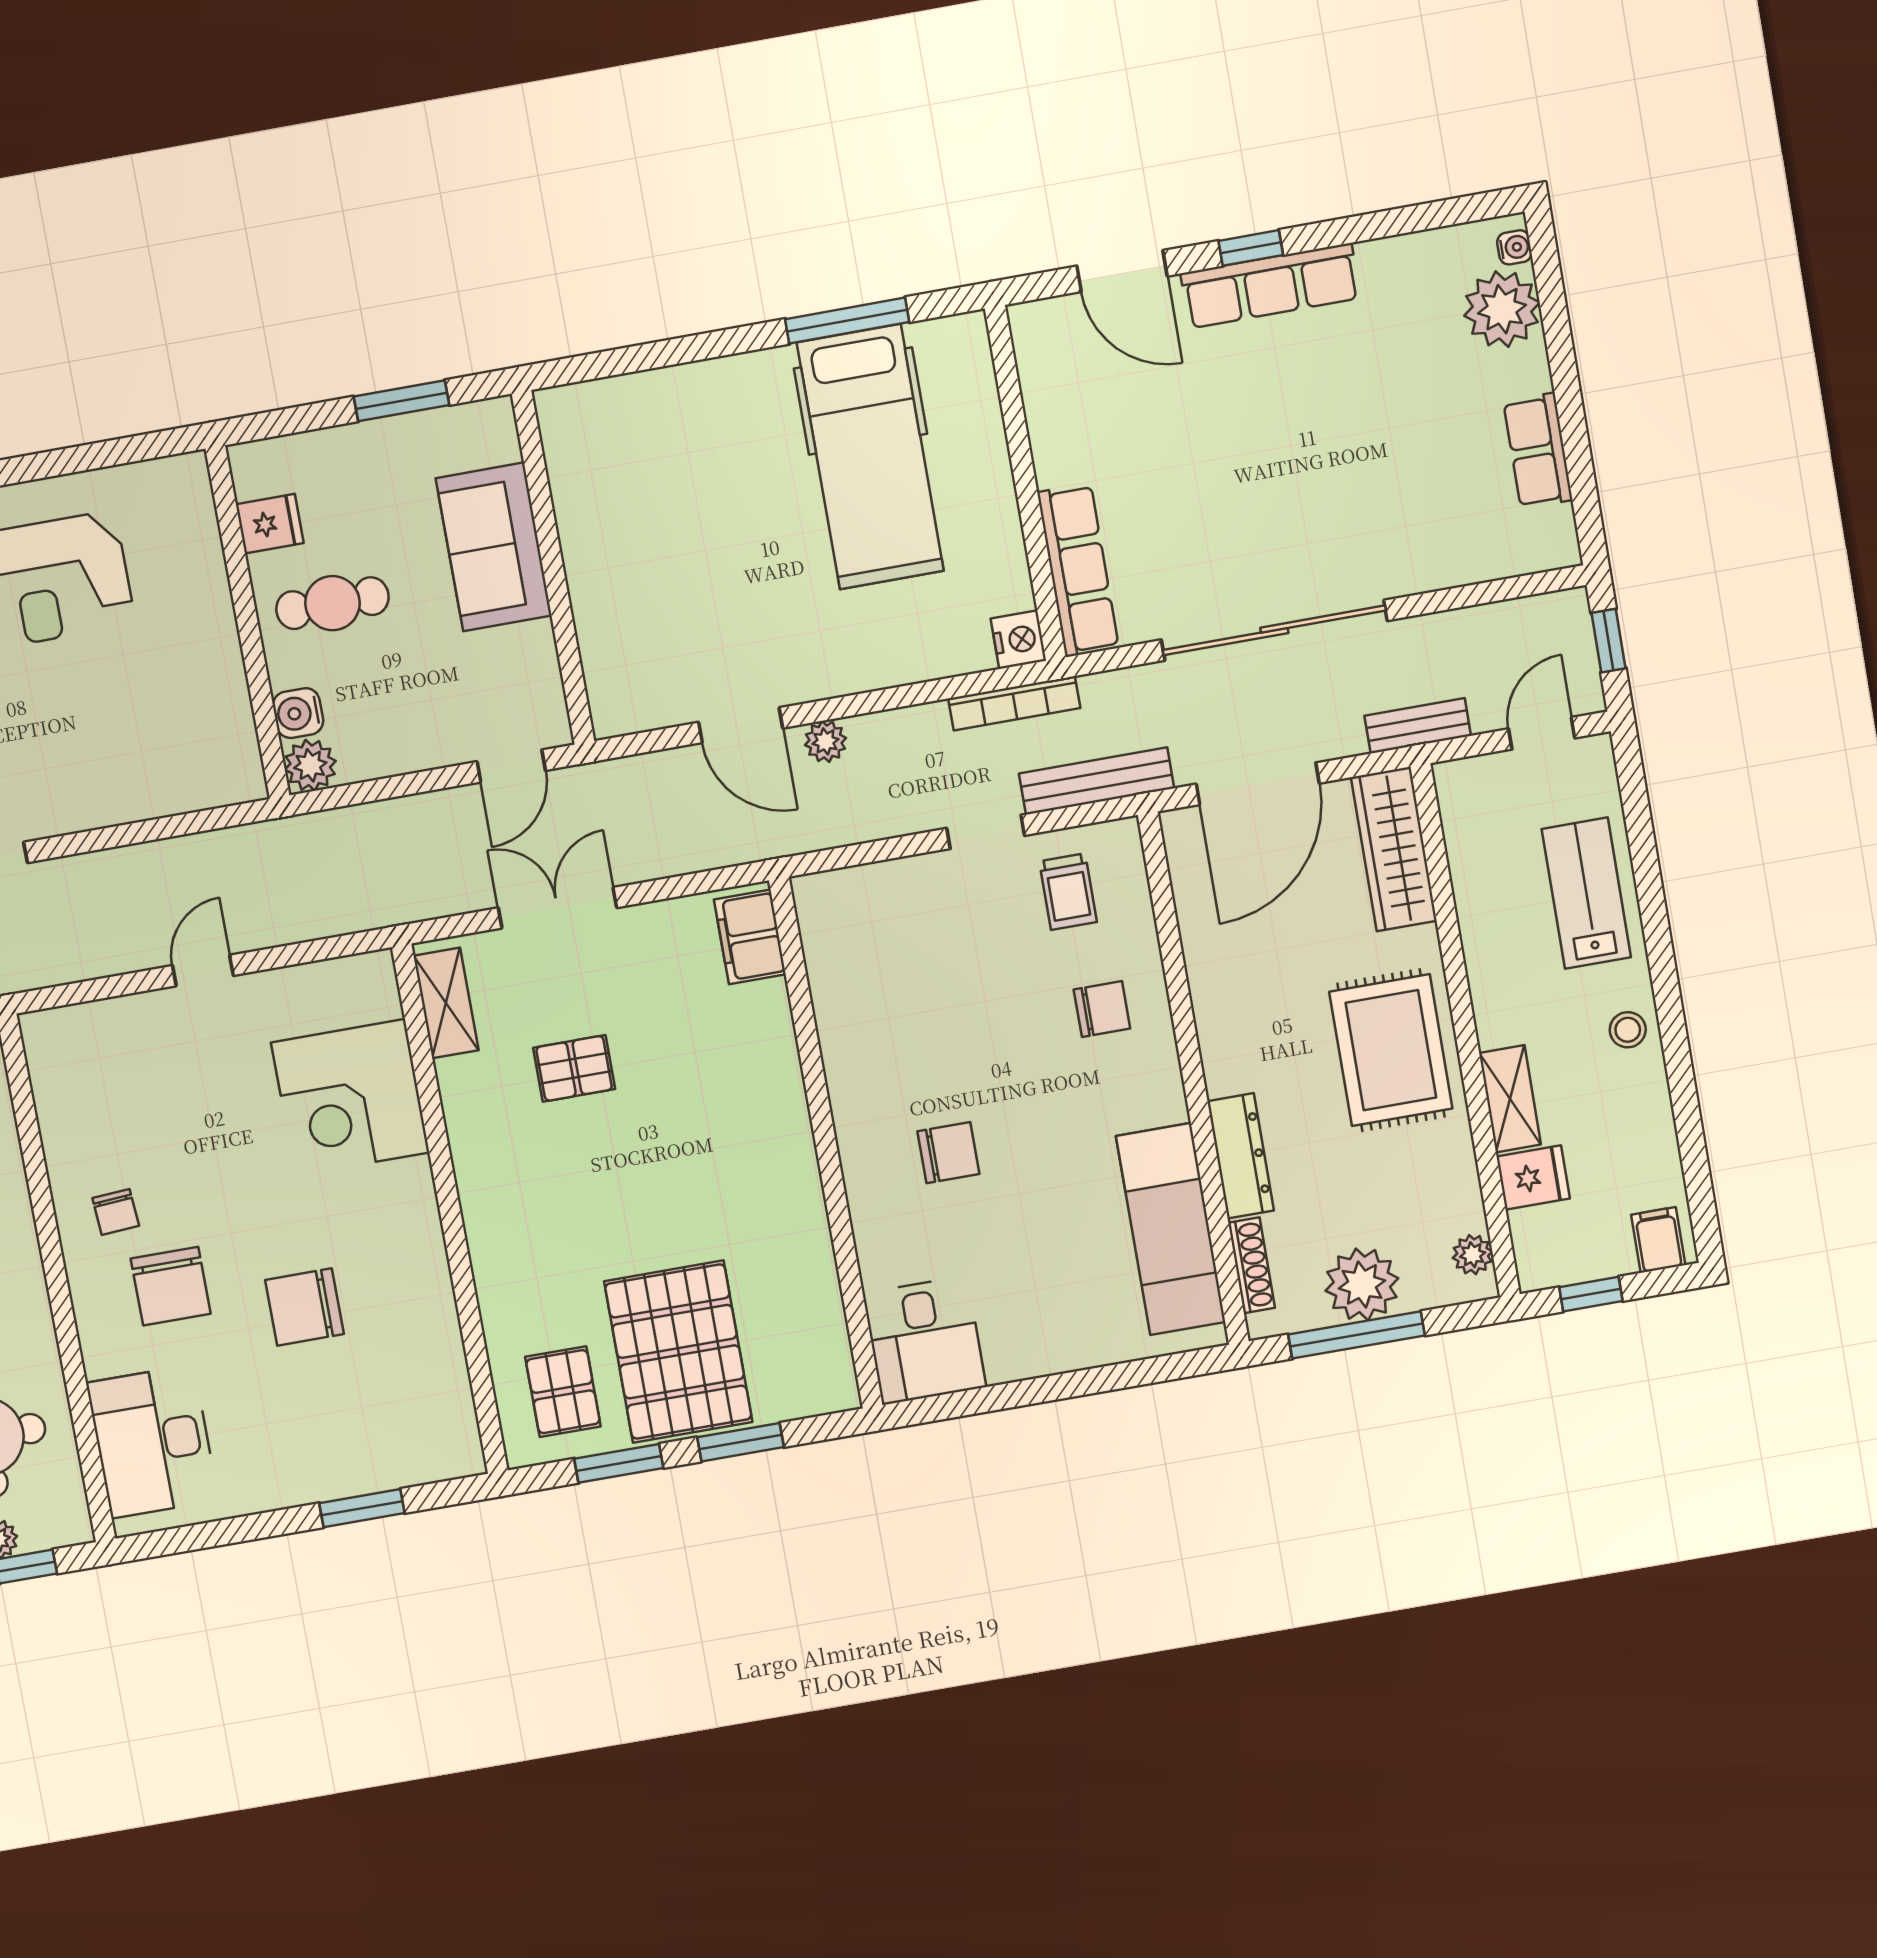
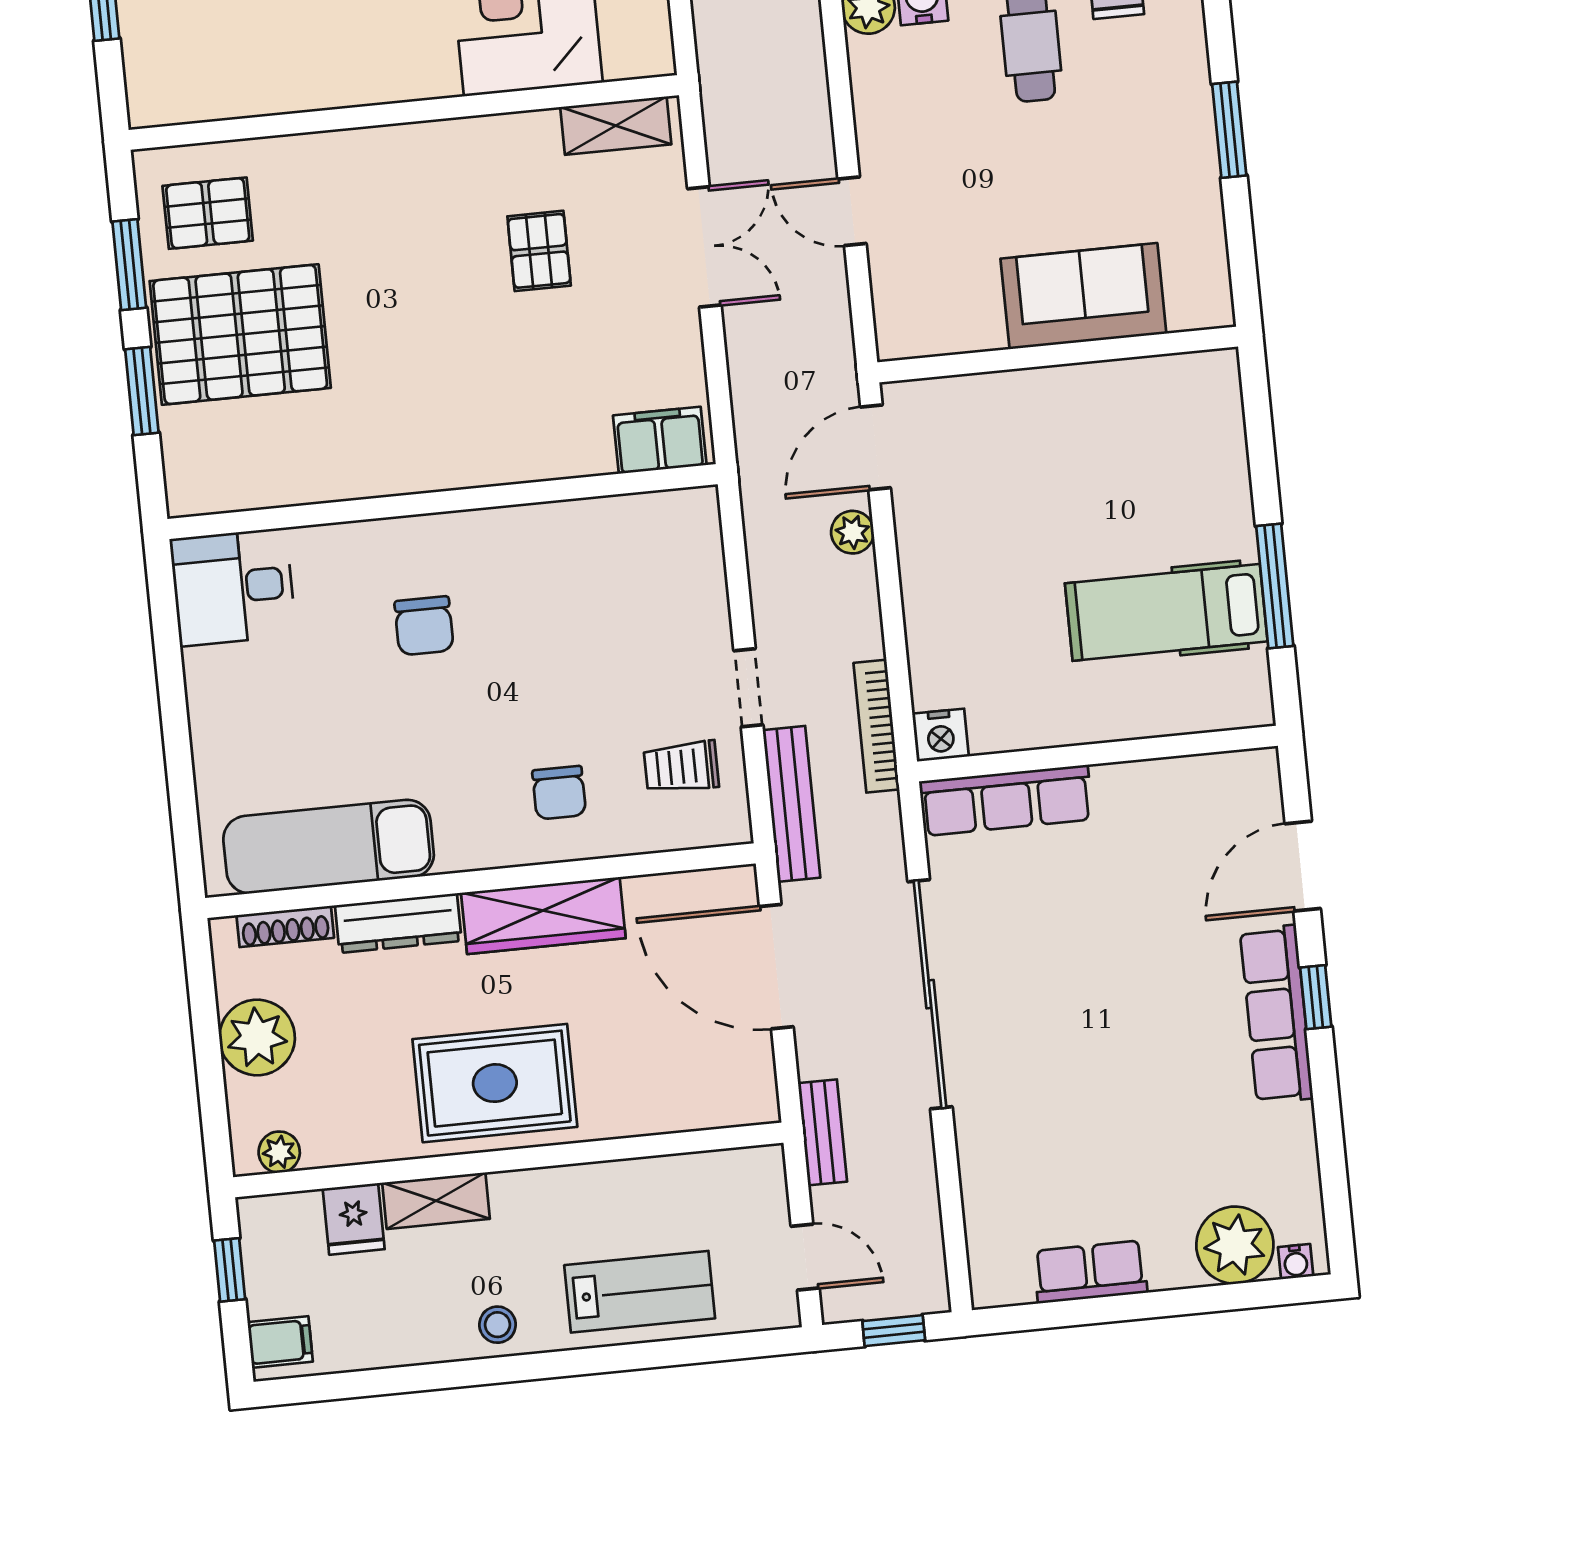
hospital bed: (870, 457) -> (1166, 612), width x0.73, depth x0.78
sofa: (494, 547) -> (1083, 296), moved
wall: (553, 568) -> (1058, 355), moved
wardrobe: (1394, 849) -> (543, 915), moved, turned 180
window: (1356, 1335) -> (206, 1028), removed

